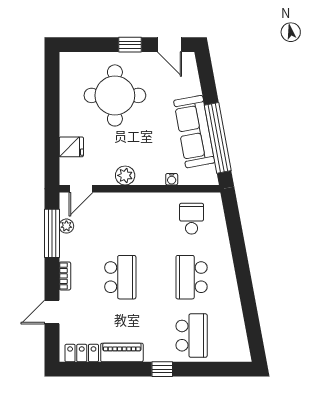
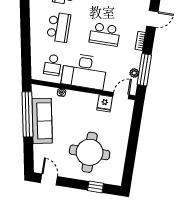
window: (130, 45) -> (96, 187), moved
fridge: (71, 147) -> (105, 103), moved, turned -90
plant: (125, 175) -> (91, 100), removed
desk: (142, 217) -> (84, 71), added
school desk: (120, 277) -> (105, 34), turned -90

